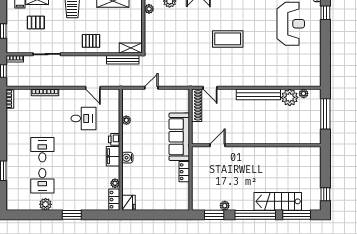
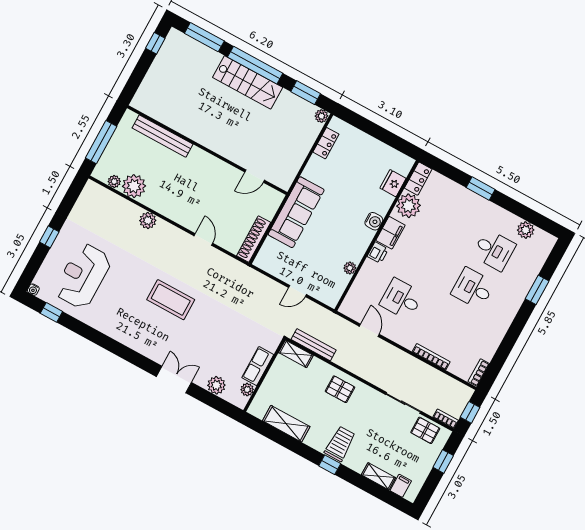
window: (325, 13) -> (49, 237), moved
pallet: (36, 22) -> (425, 430), moved
row of seats: (150, 27) -> (258, 366), added
plant: (269, 81) -> (148, 220), added
door: (210, 88) -> (203, 239), moved
bench: (258, 94) -> (162, 136), moved
desk: (42, 150) -> (473, 288), turned 90
locker: (184, 172) -> (326, 143), moved
desk: (42, 181) -> (494, 250), turned 90
plant: (115, 183) -> (409, 206), width x1.88, depth x1.88
stairs: (278, 201) -> (248, 82), moved
fridge: (128, 203) -> (393, 183), moved
plant: (45, 204) -> (526, 230), moved
plant: (225, 206) -> (321, 116), moved

